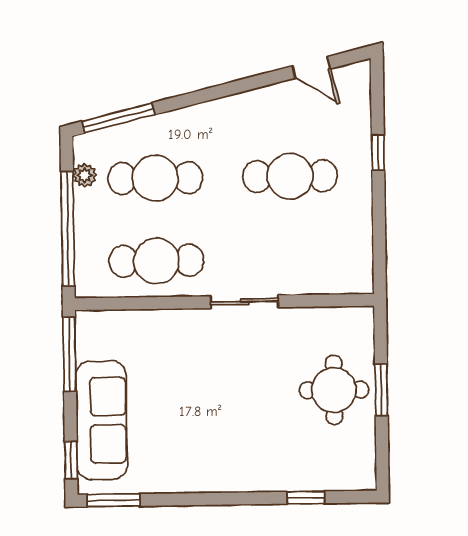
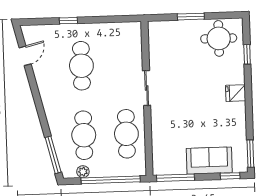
round table: (334, 390) -> (219, 38), moved
sofa: (101, 420) -> (209, 161), width x0.73
fridge: (231, 474) -> (236, 93), added

